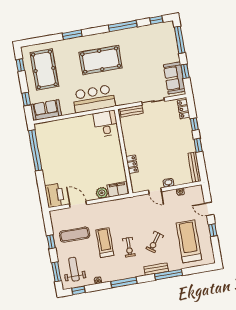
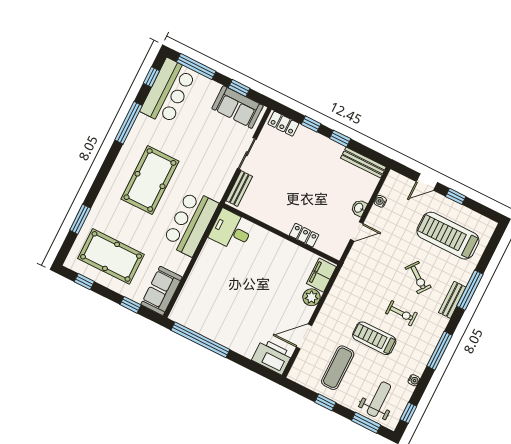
window: (72, 35) -> (80, 219), moved
bar counter: (155, 35) -> (168, 92), added
weight bench: (74, 269) -> (379, 399), turned 90

